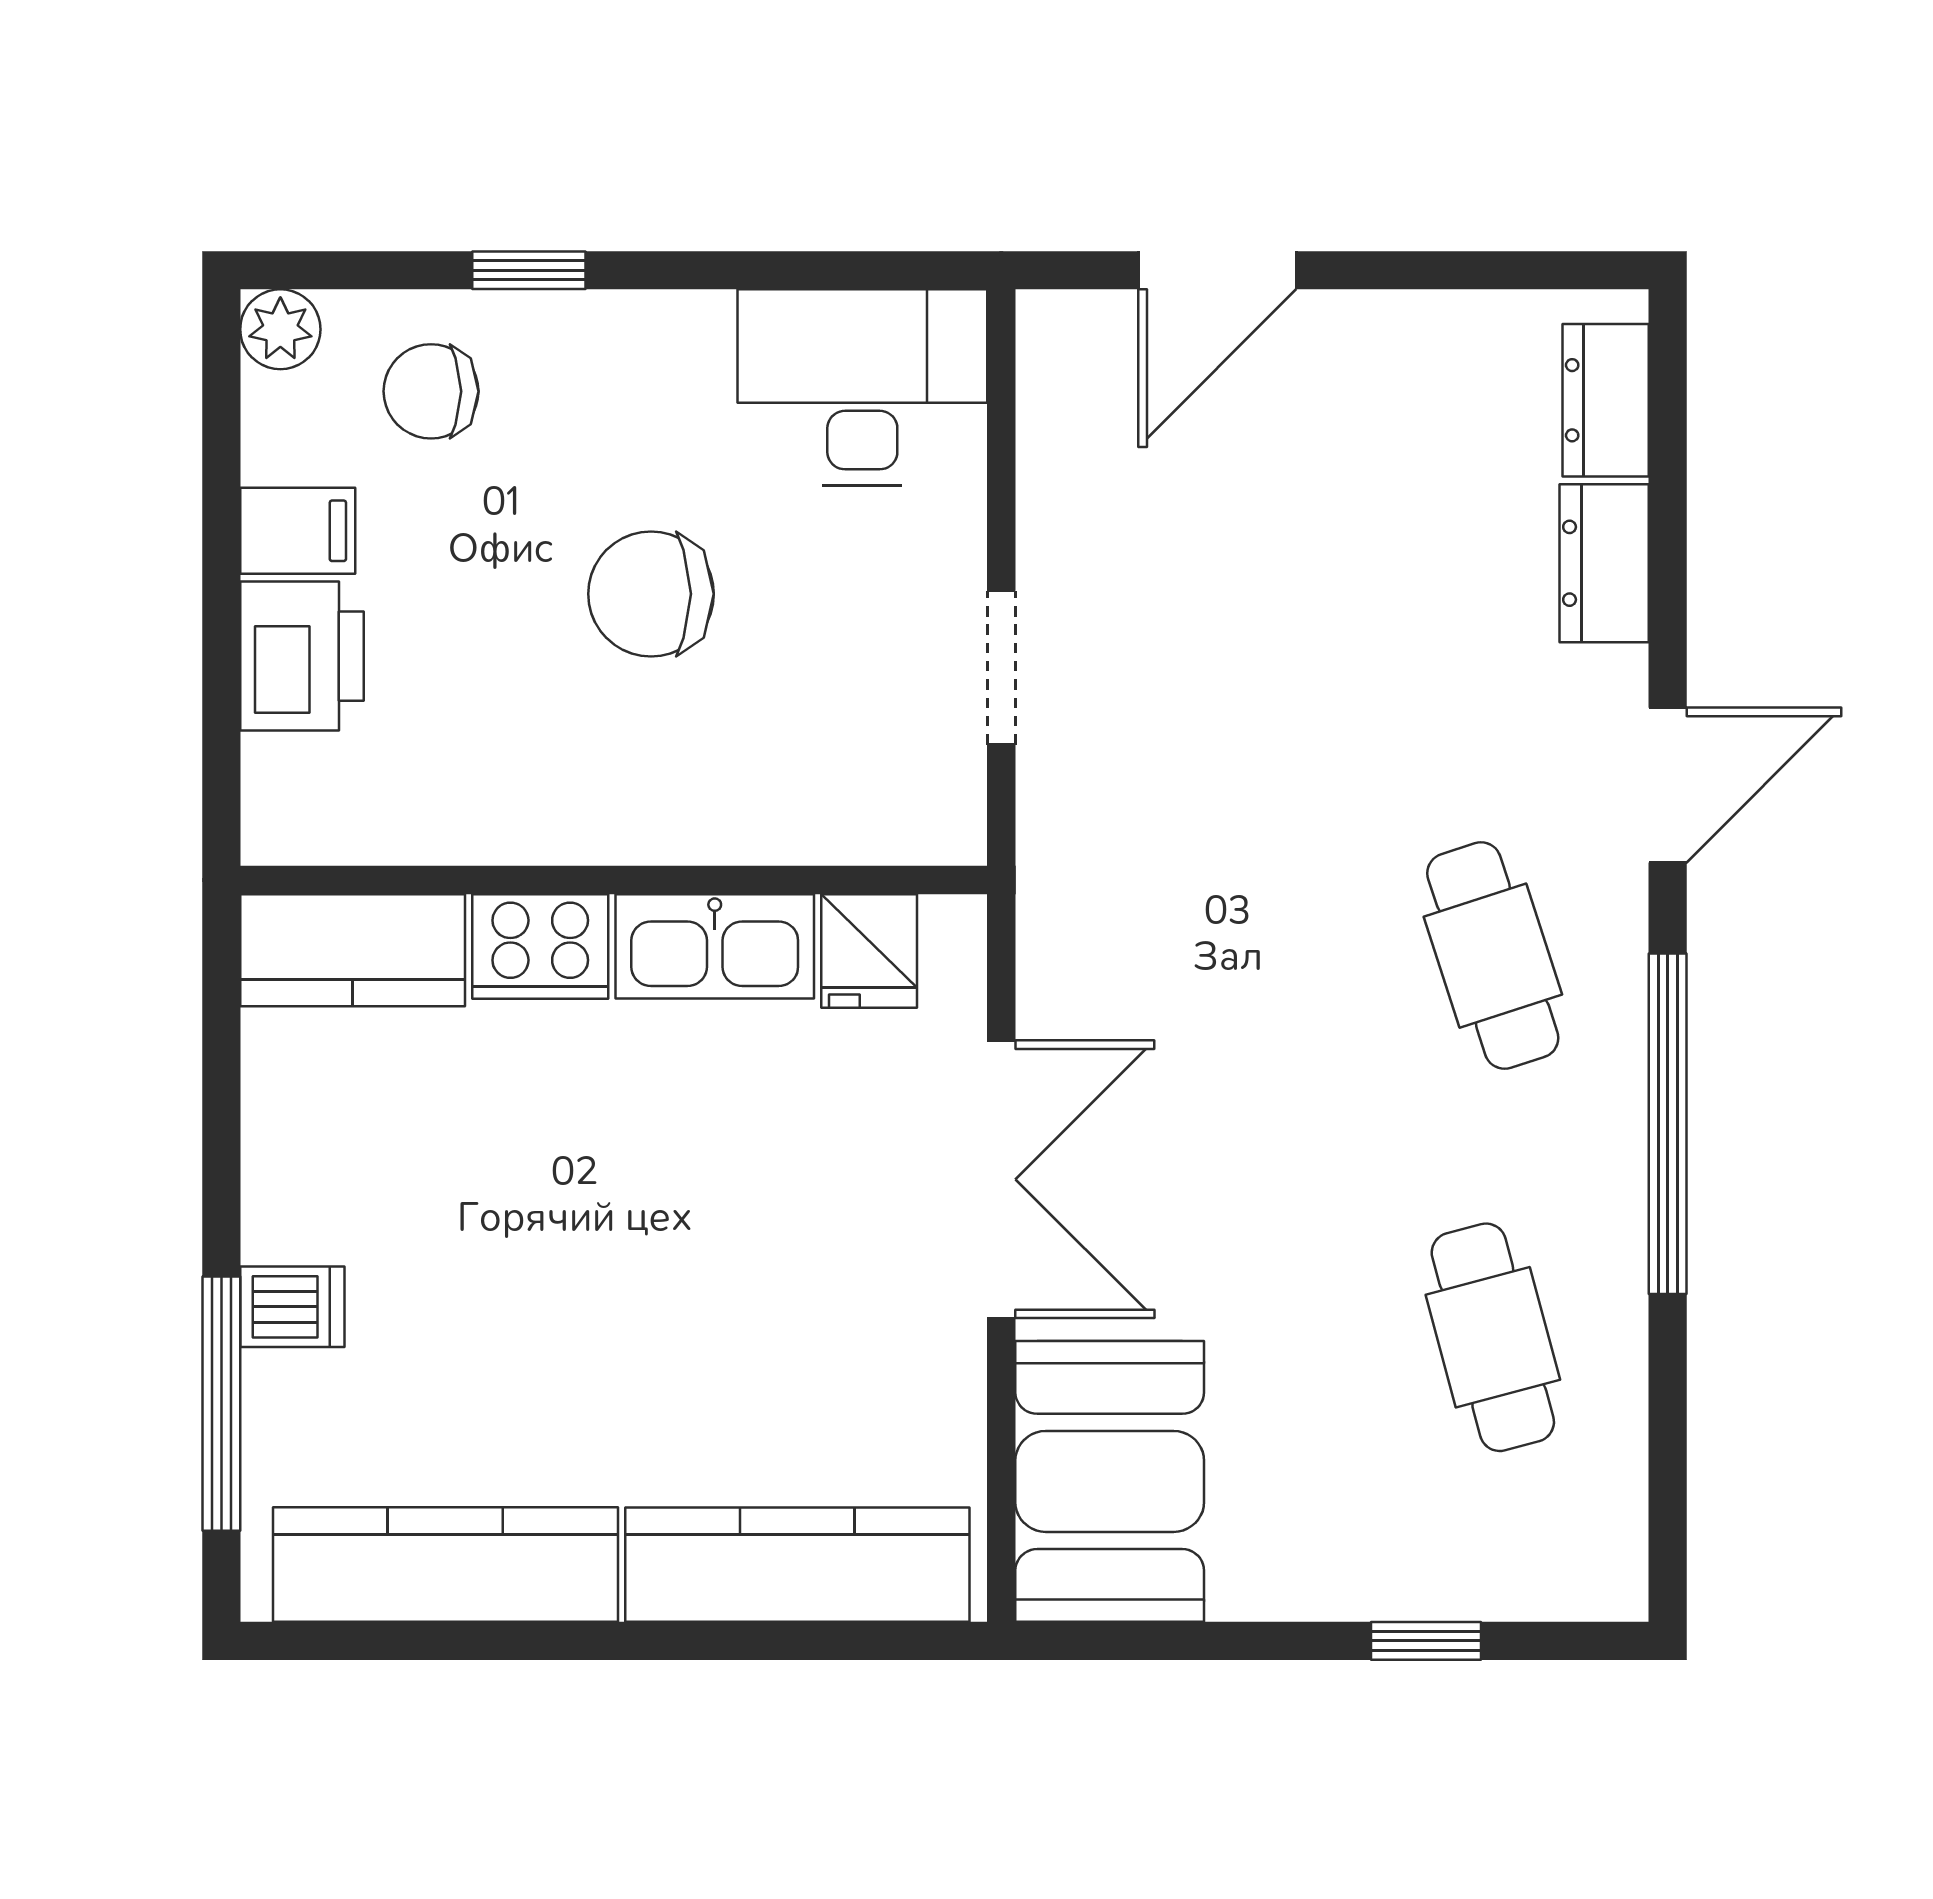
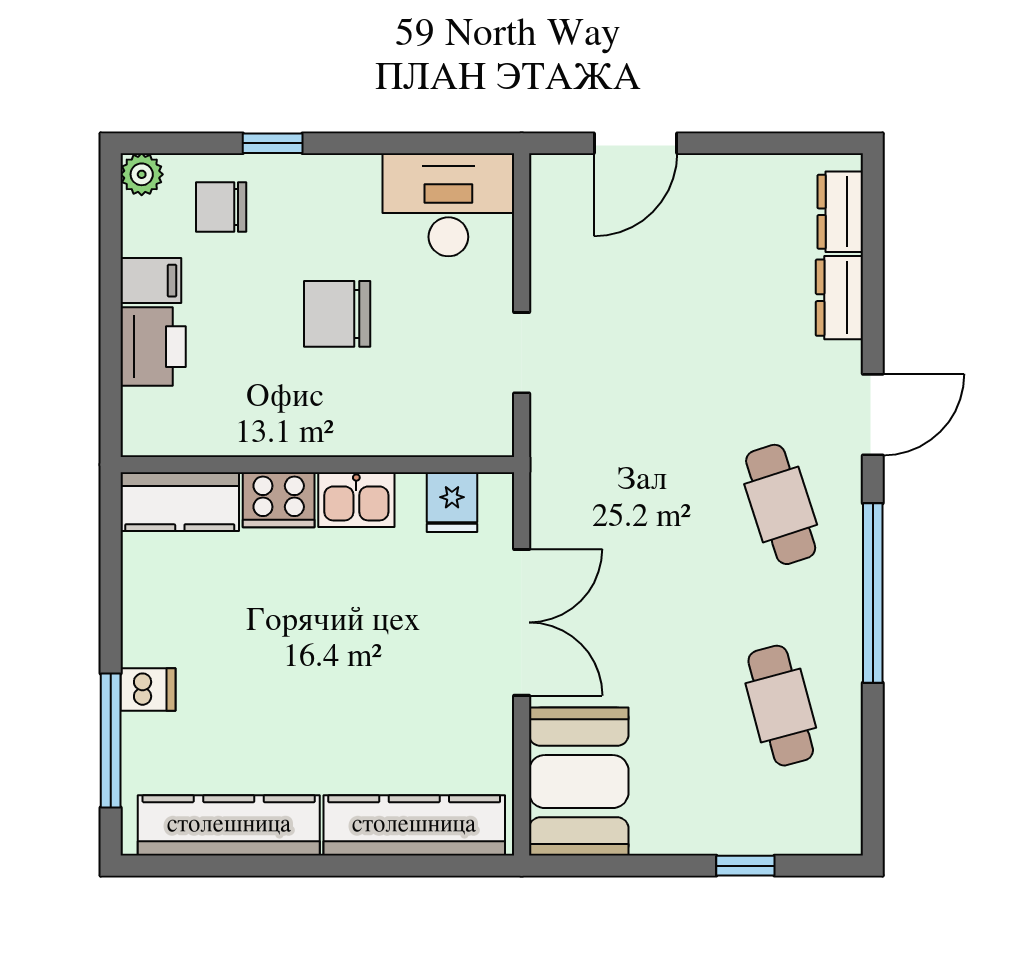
kitchen sink: (715, 946) -> (356, 500), width x0.73

